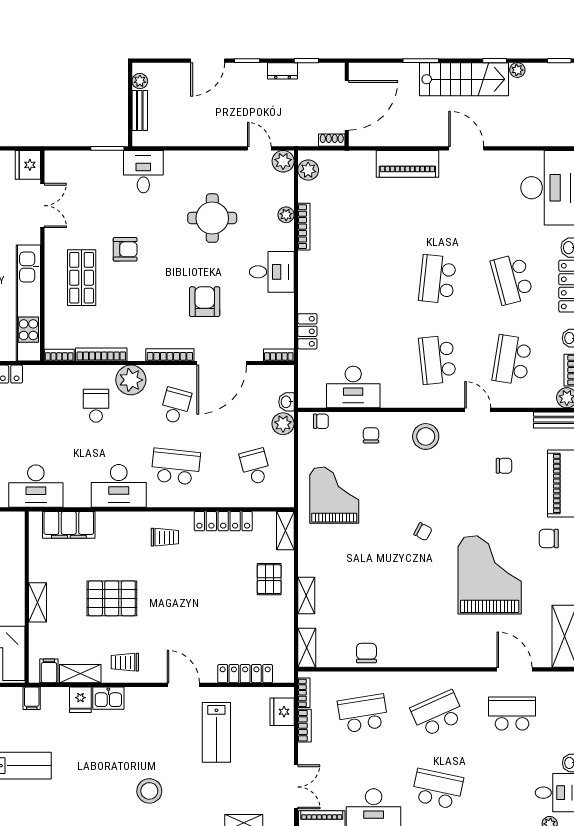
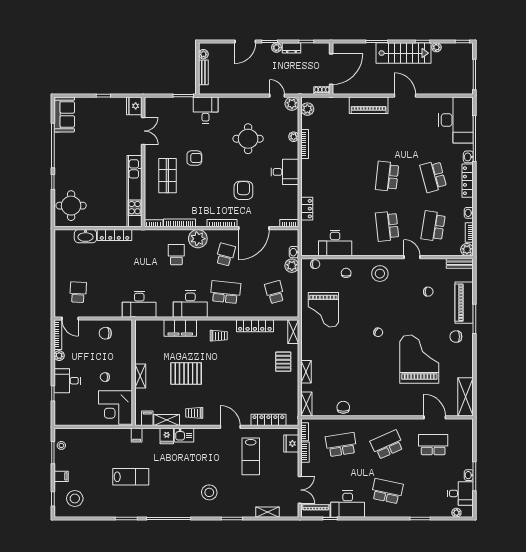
plant: (258, 70) -> (277, 48), added
grand piano: (334, 495) -> (323, 310), turned 180
filing cabinet: (69, 525) -> (180, 328), moved

